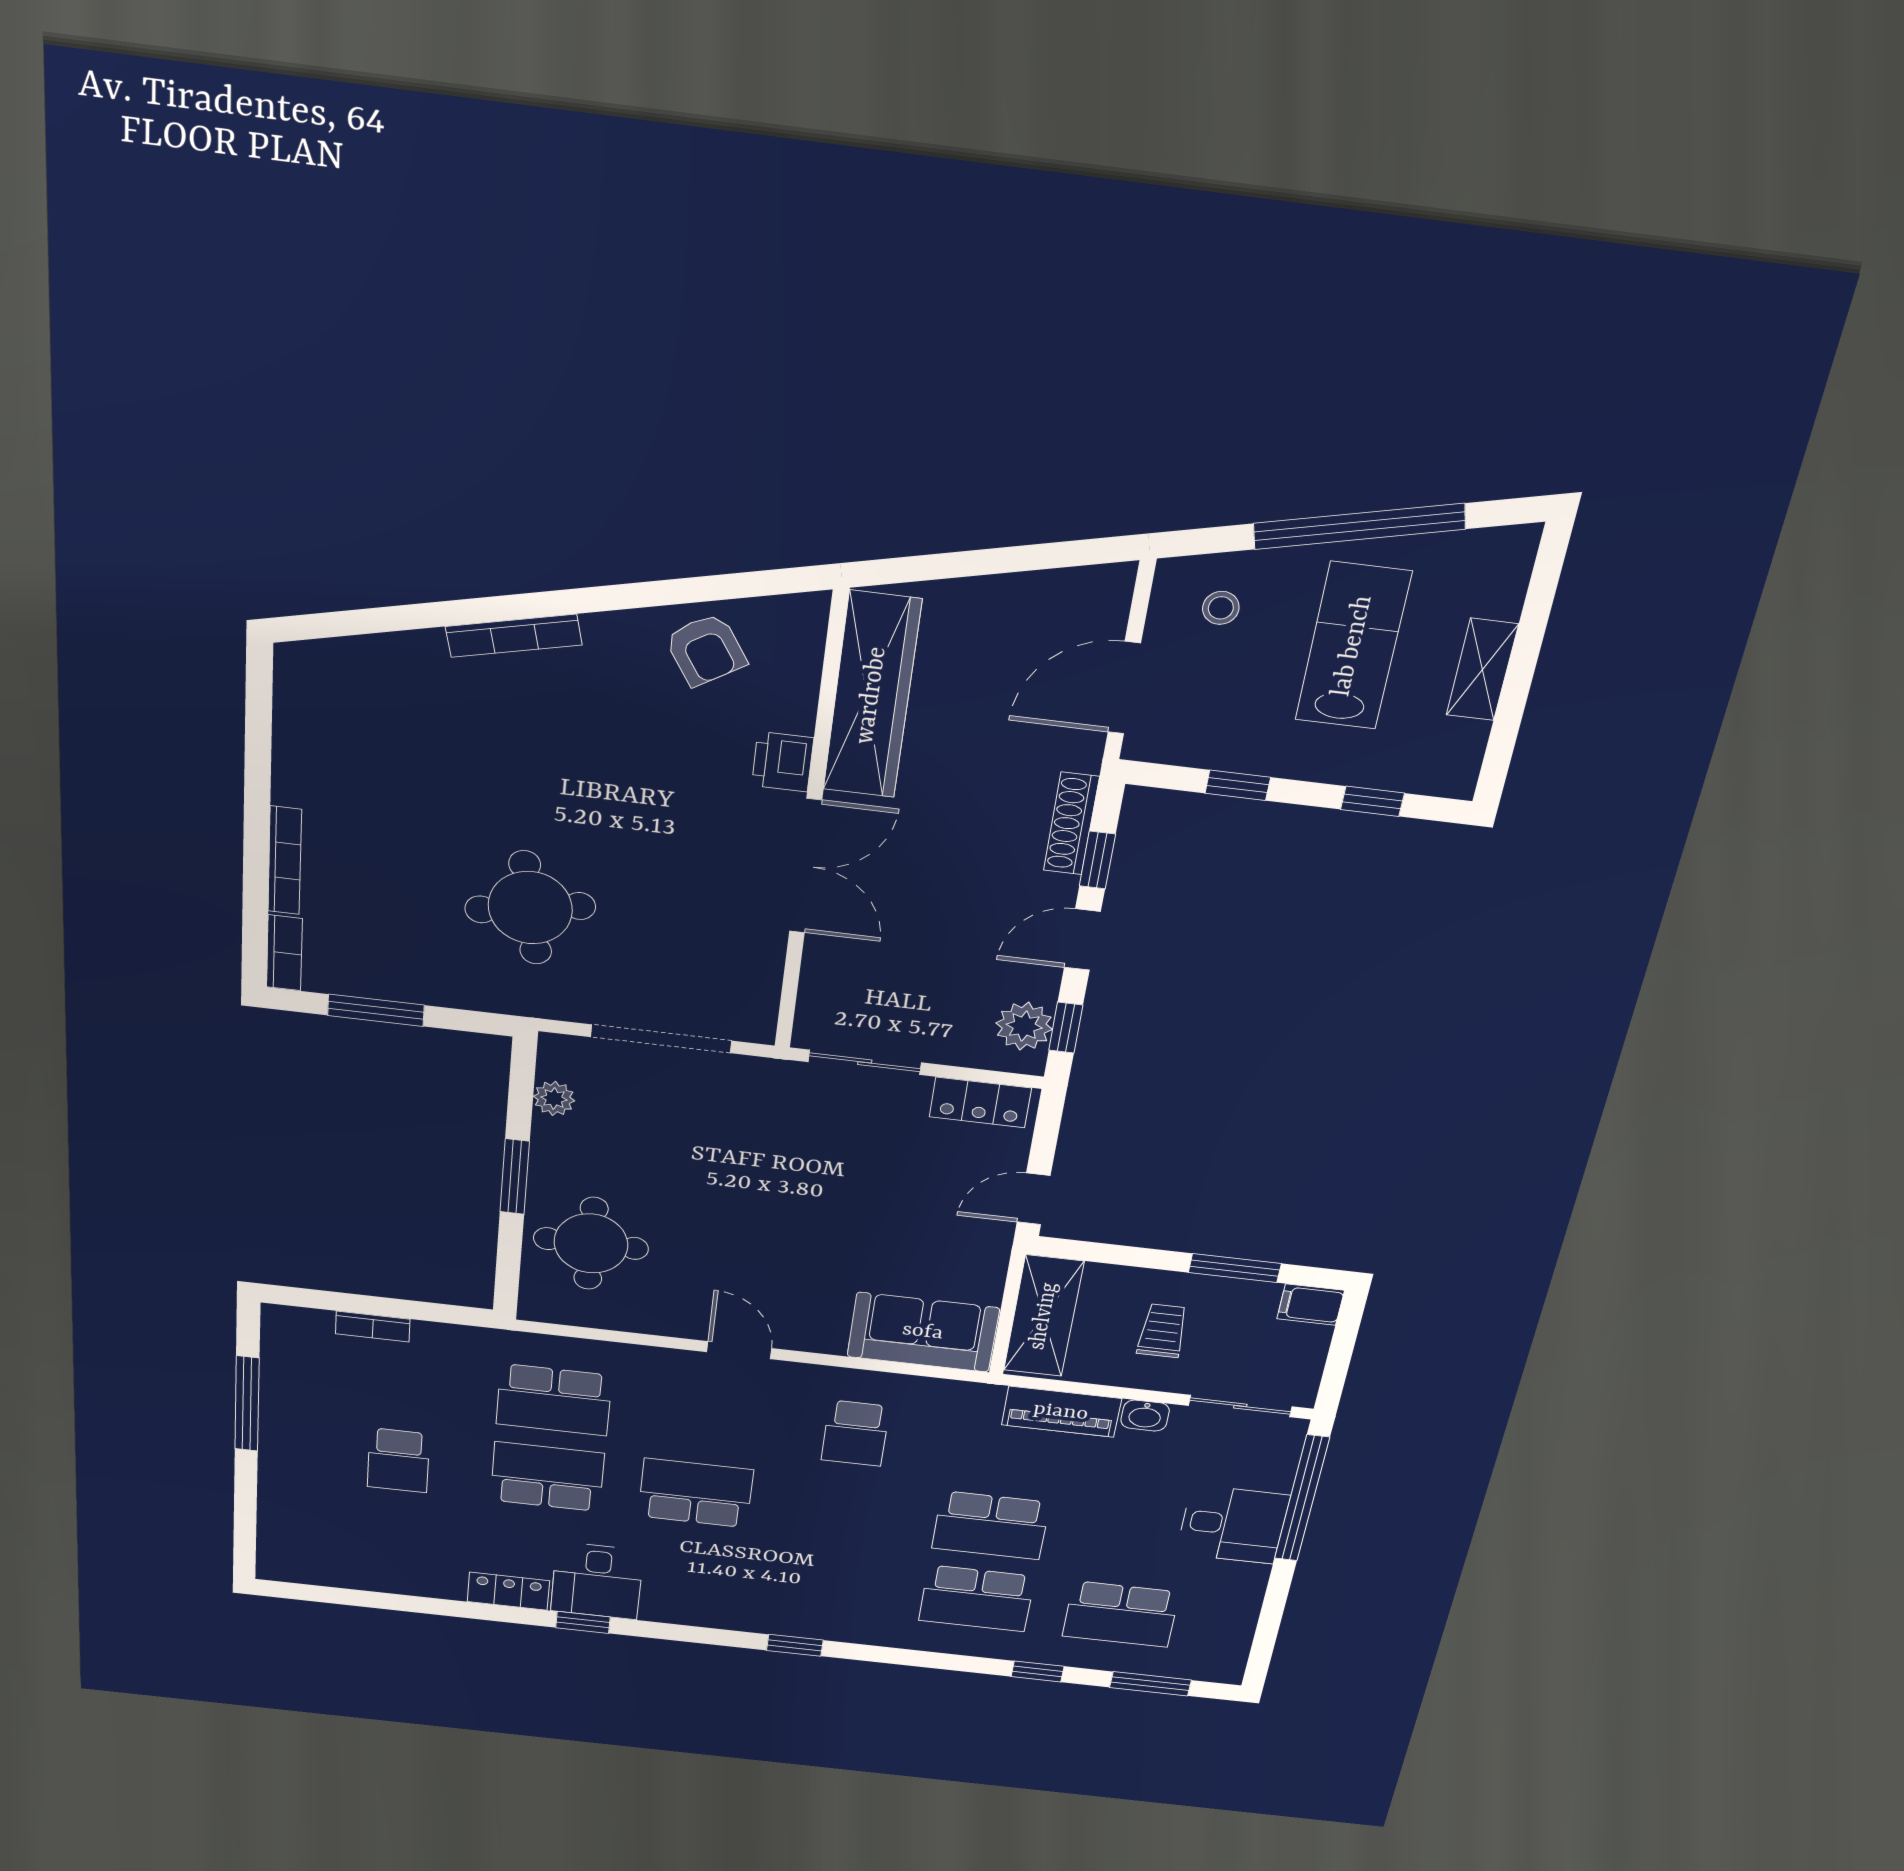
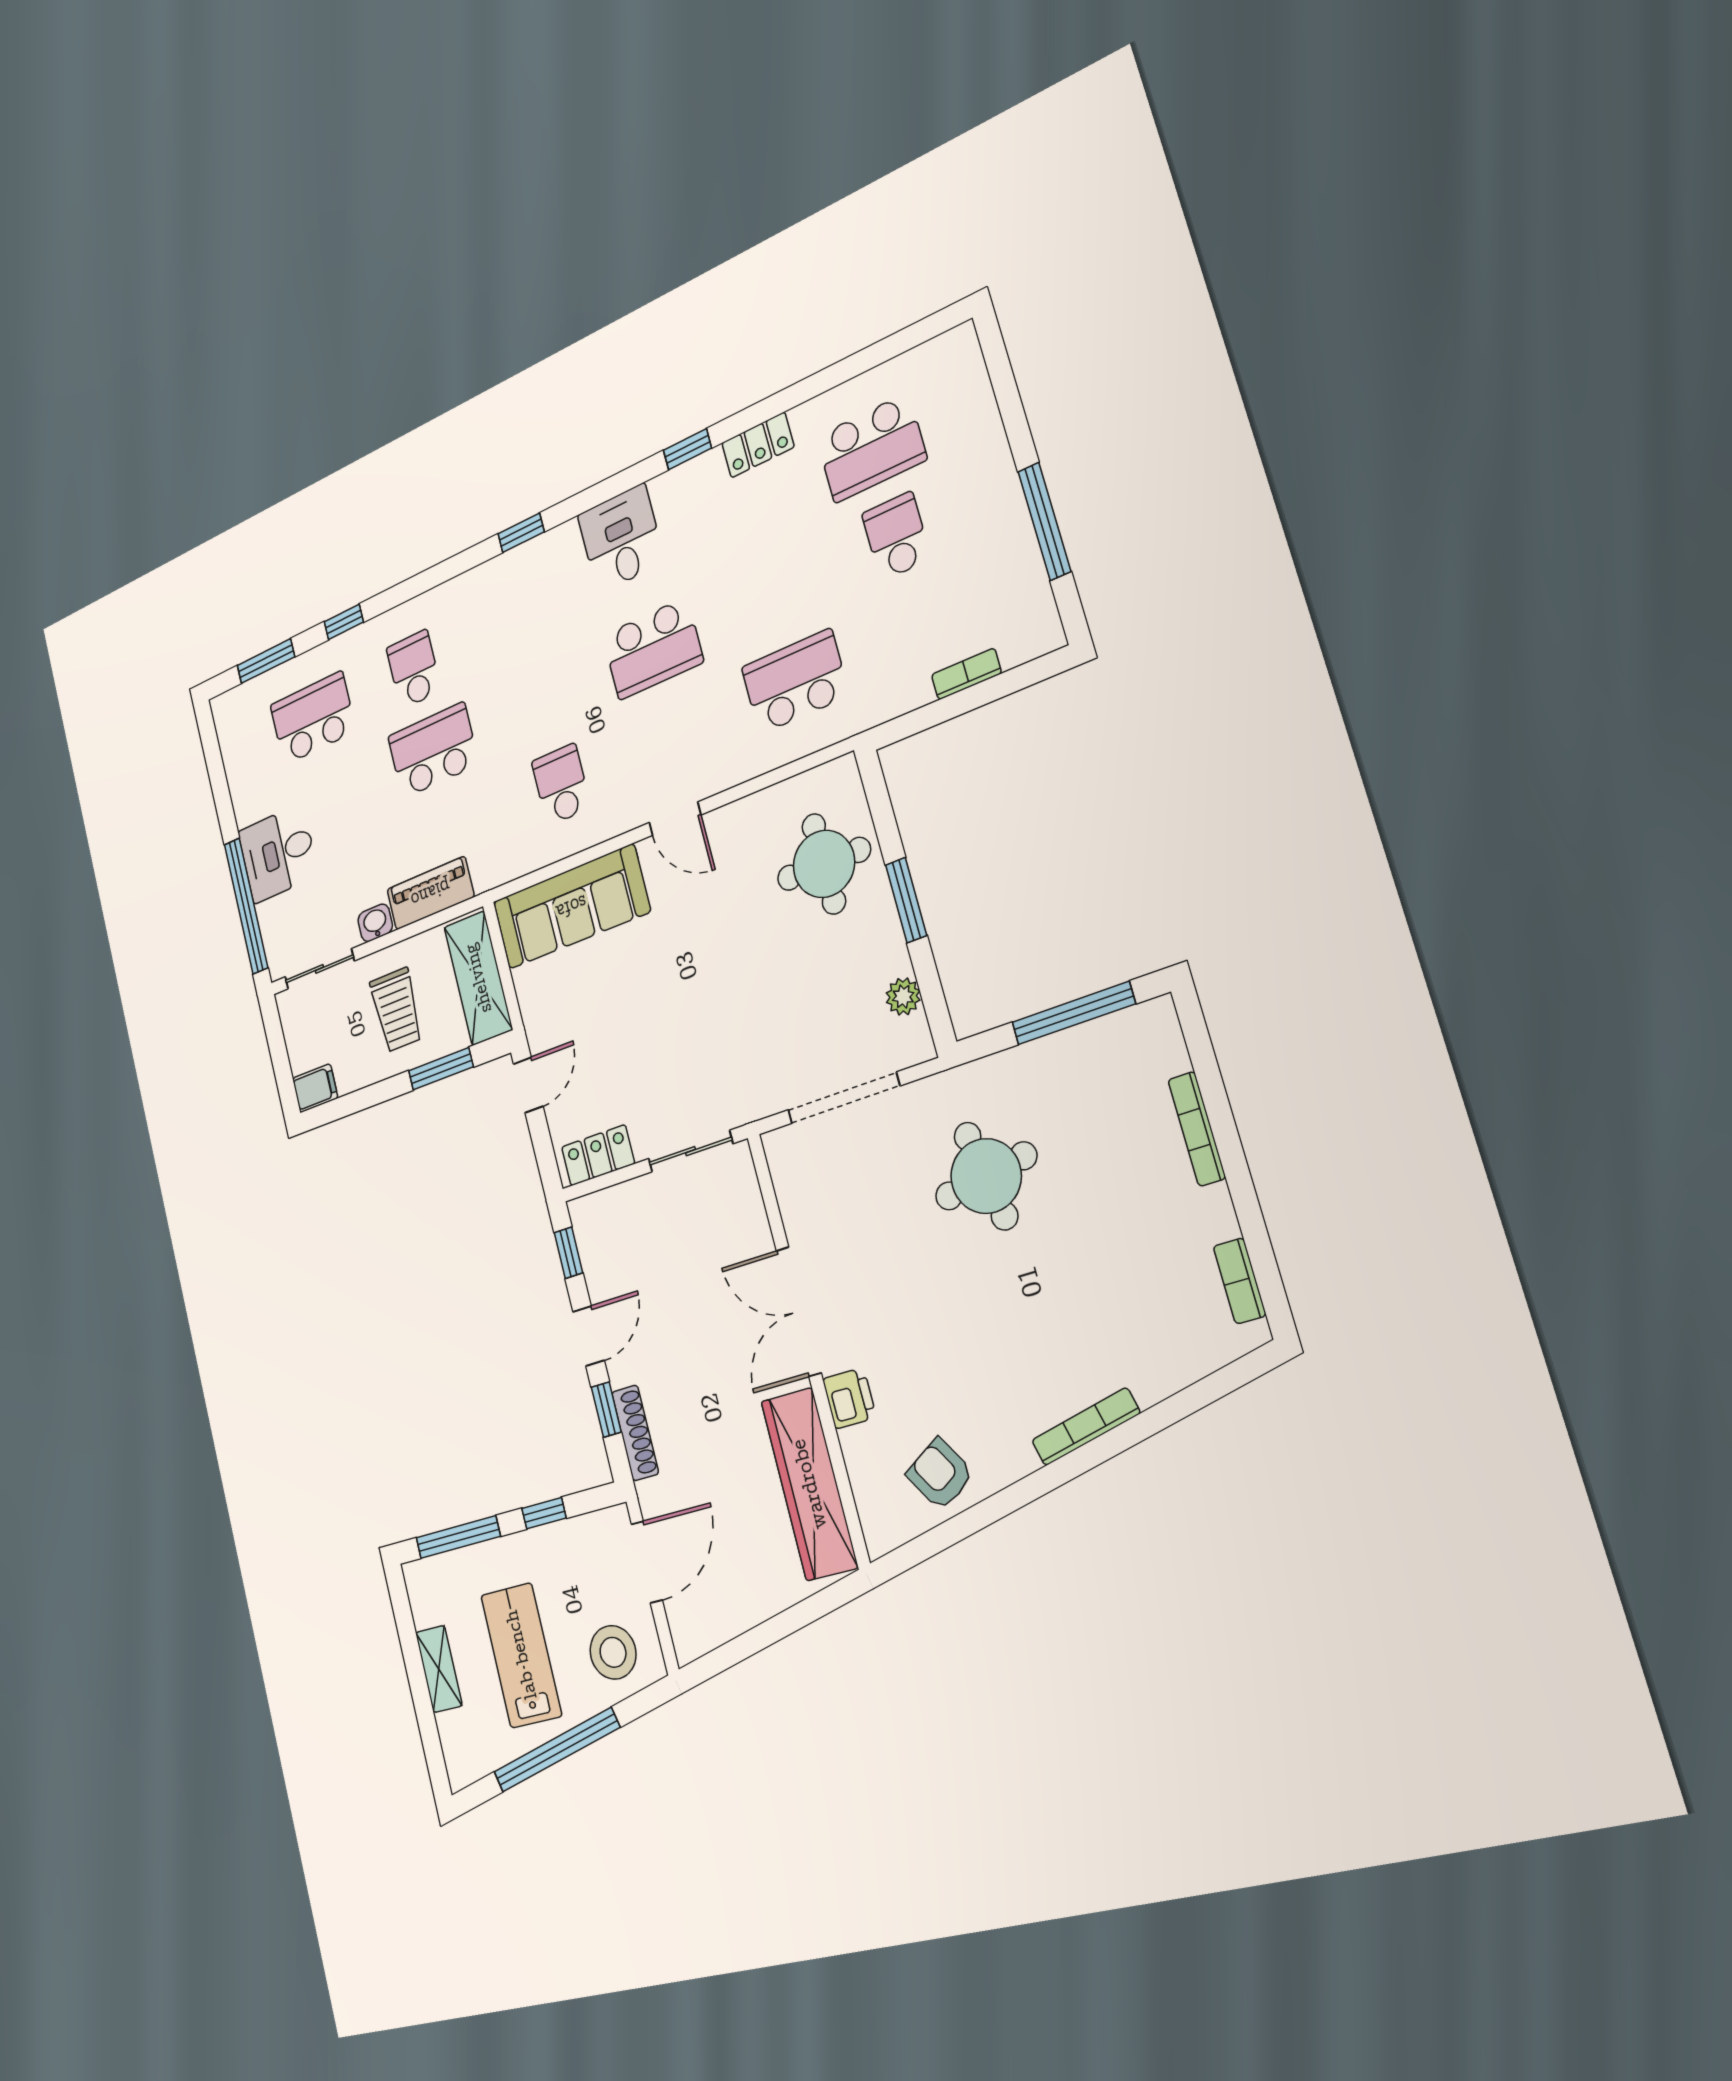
stool: (1221, 608) -> (613, 1652), width x1.89, depth x1.89
lab bench: (1353, 646) -> (521, 1655), turned 180
window: (1372, 801) -> (458, 1537), width x2.17
bookcase: (284, 953) -> (1240, 1281), moved
window: (376, 1010) -> (1073, 1013), width x1.44
plant: (1024, 1026) -> (596, 1240), removed
window: (1235, 1268) -> (441, 1069), moved
trolley: (1162, 1331) -> (396, 1010), width x1.36, depth x1.39
sofa: (923, 1332) -> (571, 907), width x1.36
school desk: (547, 1477) -> (871, 448), moved
desk: (597, 1581) -> (621, 539), moved
school desk: (977, 1598) -> (414, 669), width x0.54

